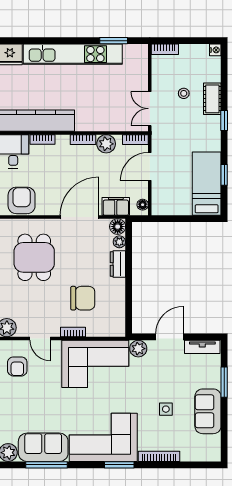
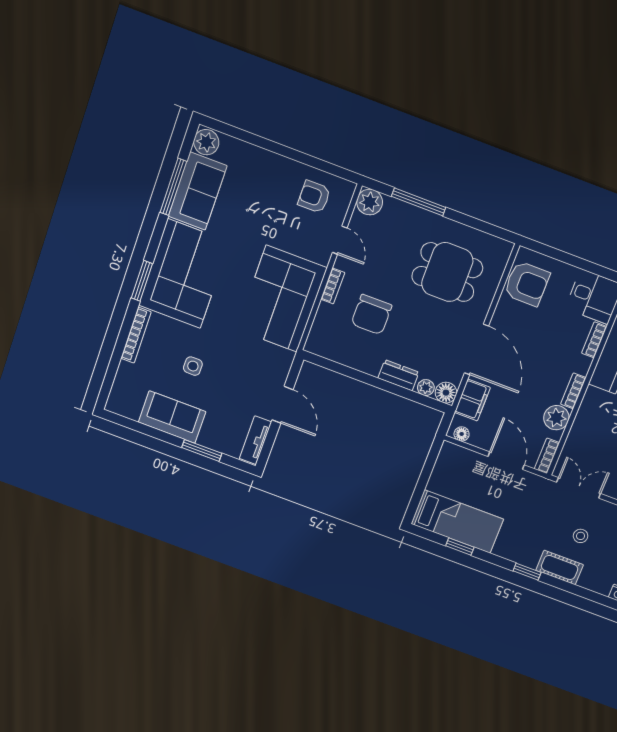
door: (40, 339) -> (340, 240), swing flipped
plant: (138, 349) -> (282, 360), removed

